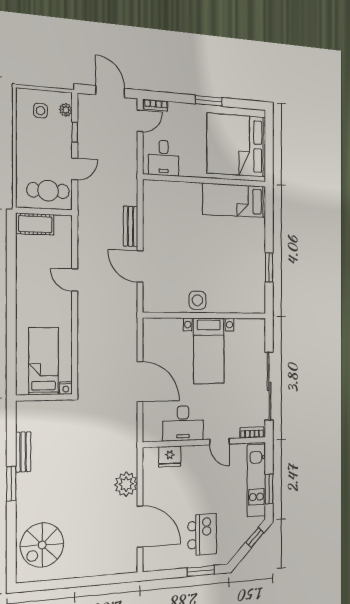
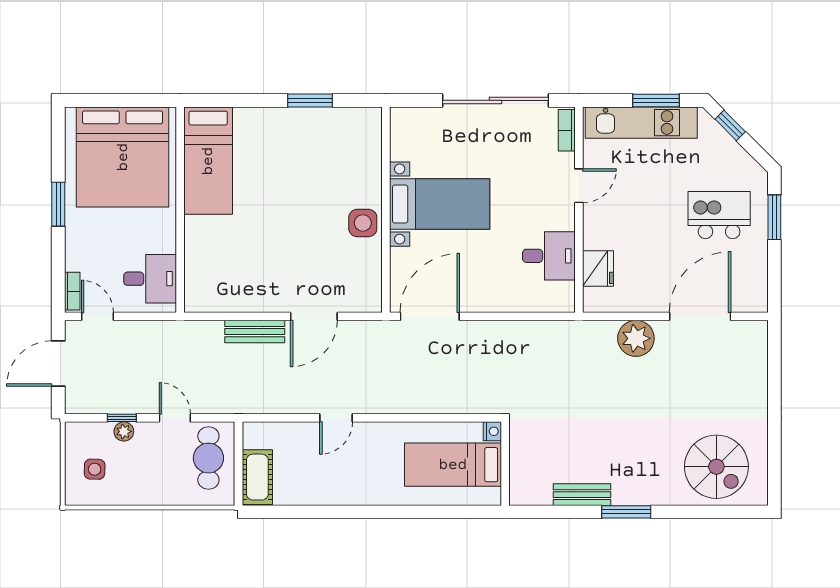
plant: (66, 110) -> (124, 431), moved
door: (140, 382) -> (430, 316), moved
desk: (183, 423) -> (549, 256), width x0.73

